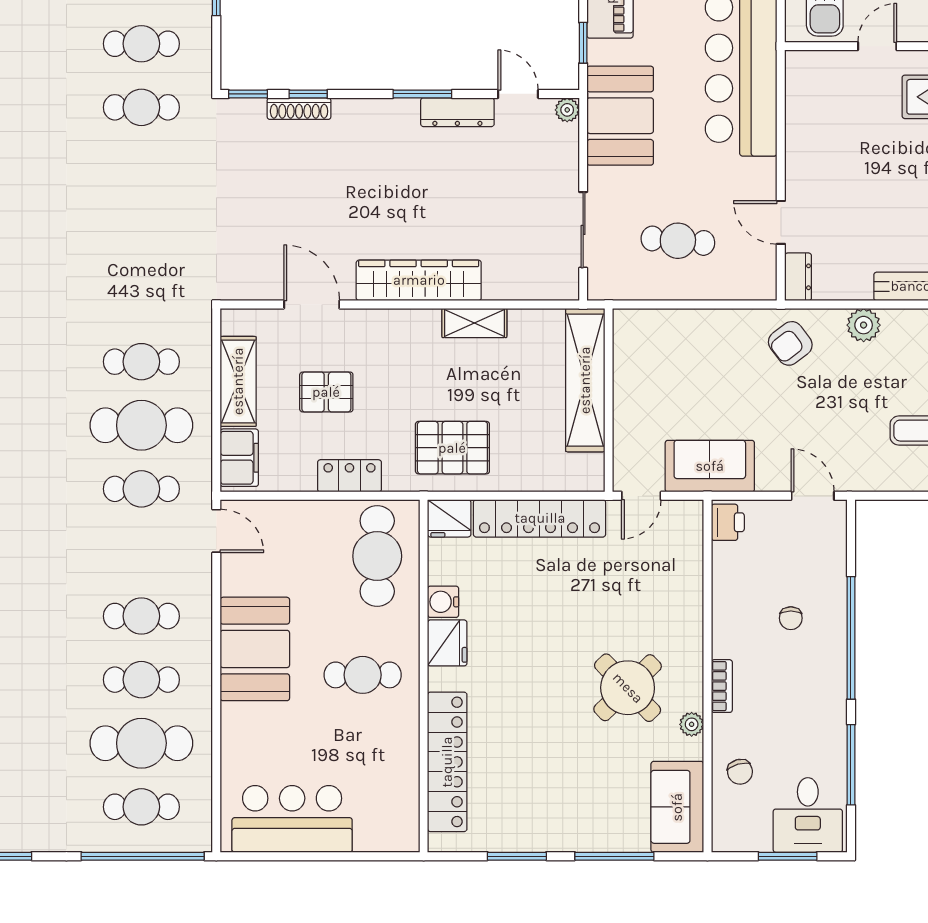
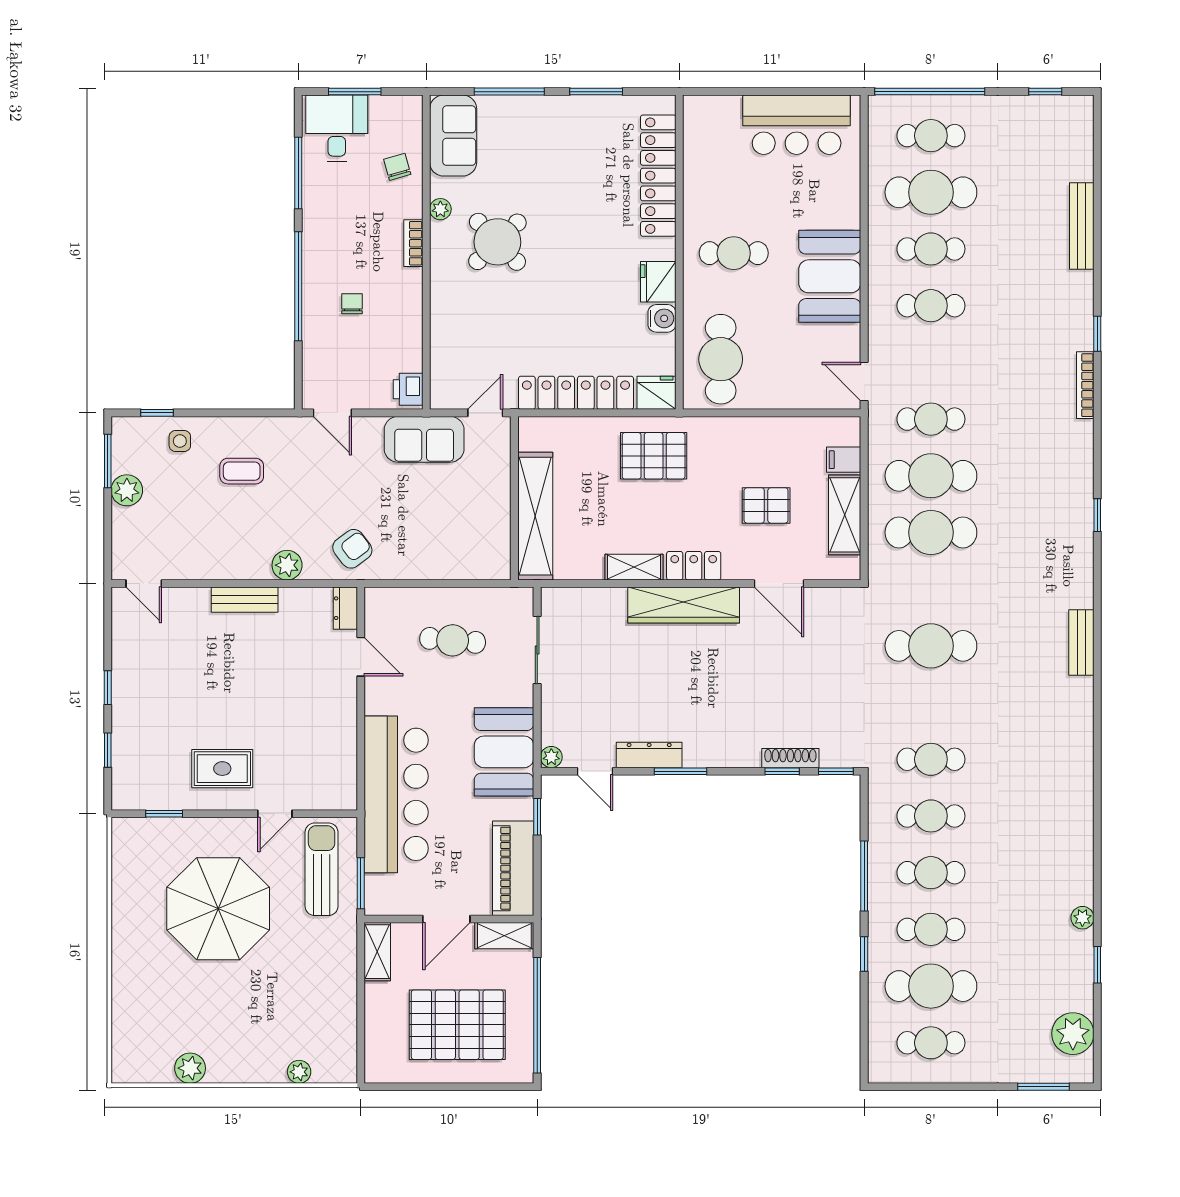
cafe table: (141, 235) -> (931, 646), added
cafe table: (141, 362) -> (931, 532), width x1.37, depth x1.35
filing cabinet: (239, 458) -> (844, 460), width x0.50
locker: (349, 476) -> (694, 566), moved, turned 180

